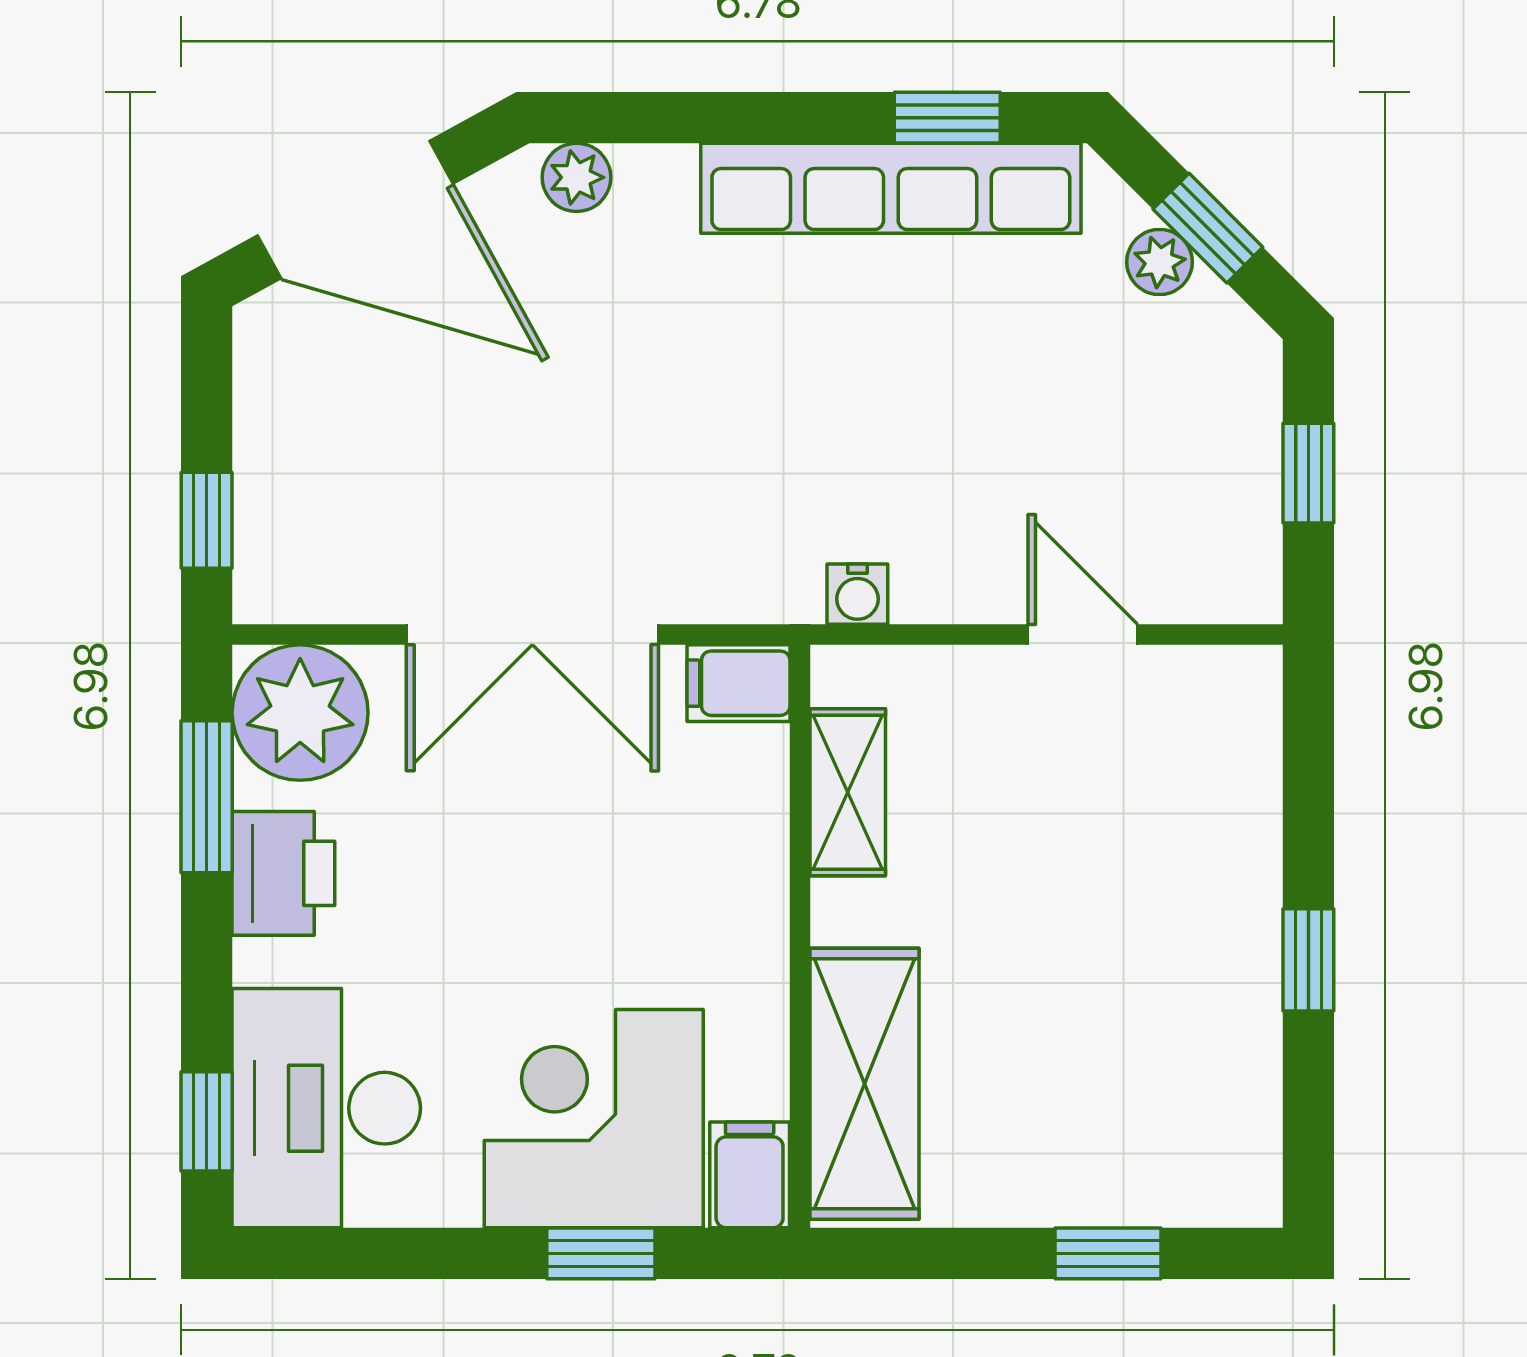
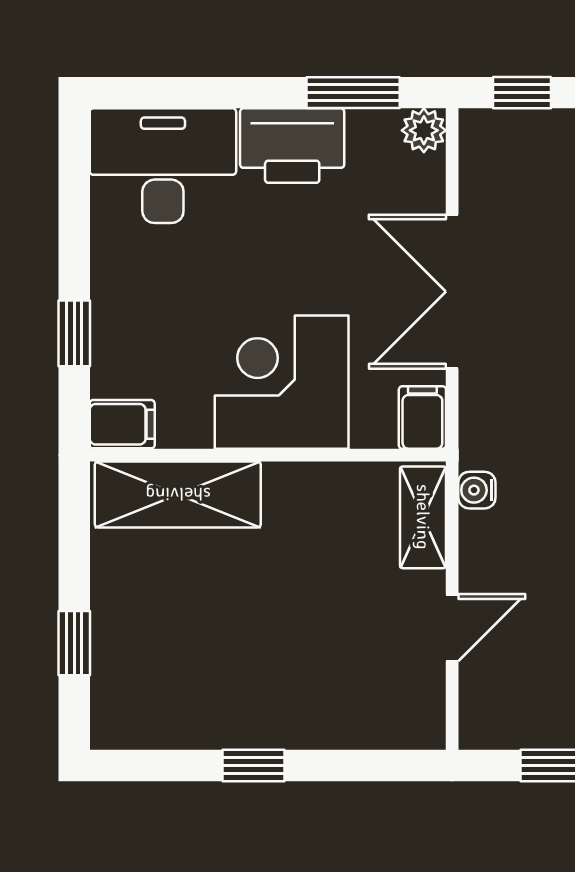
plant: (300, 713) -> (424, 130), width x0.53, depth x0.53
shelving: (848, 792) -> (423, 517), moved, turned 90
printer: (283, 873) -> (292, 146), width x1.37, depth x1.19
corner desk: (594, 1119) -> (282, 382), moved, turned -90
window: (207, 1121) -> (155, 93), removed

